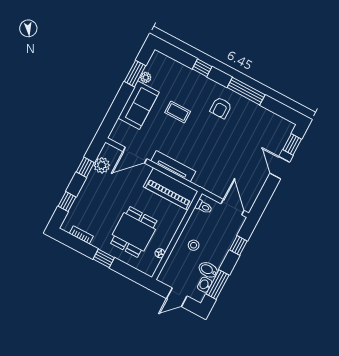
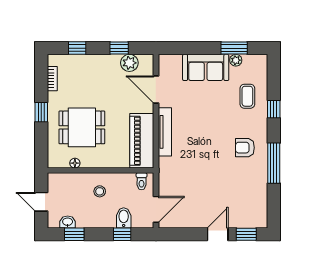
coffee table: (178, 112) -> (247, 96), moved
bidet: (208, 270) -> (124, 218), moved
window: (218, 285) -> (74, 234), width x0.67

